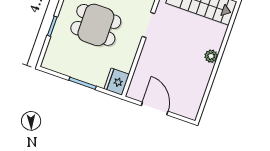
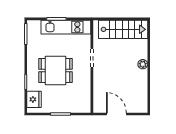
fridge: (117, 82) -> (34, 99), moved, turned 180

